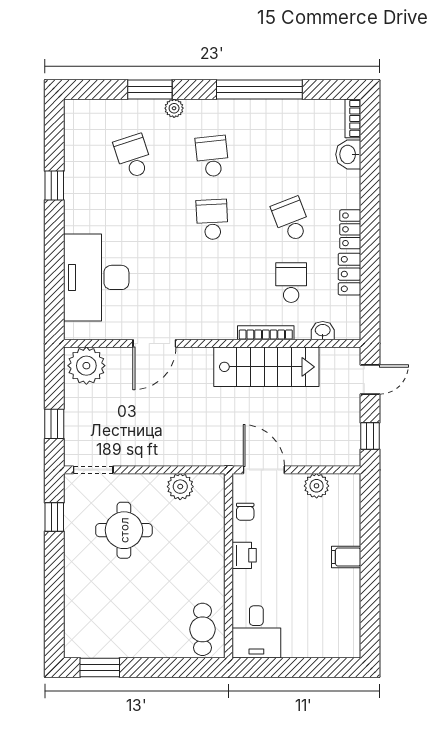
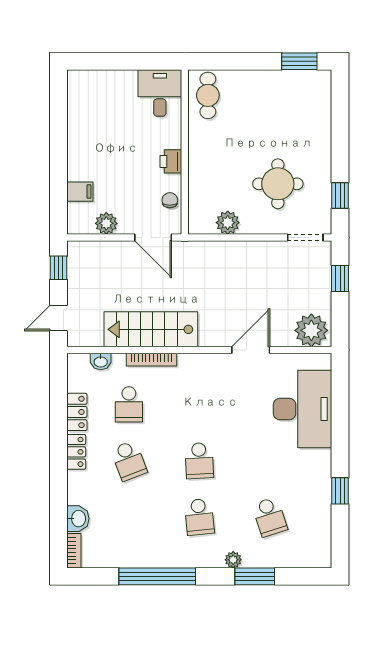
filing cabinet: (346, 557) -> (80, 192), moved

